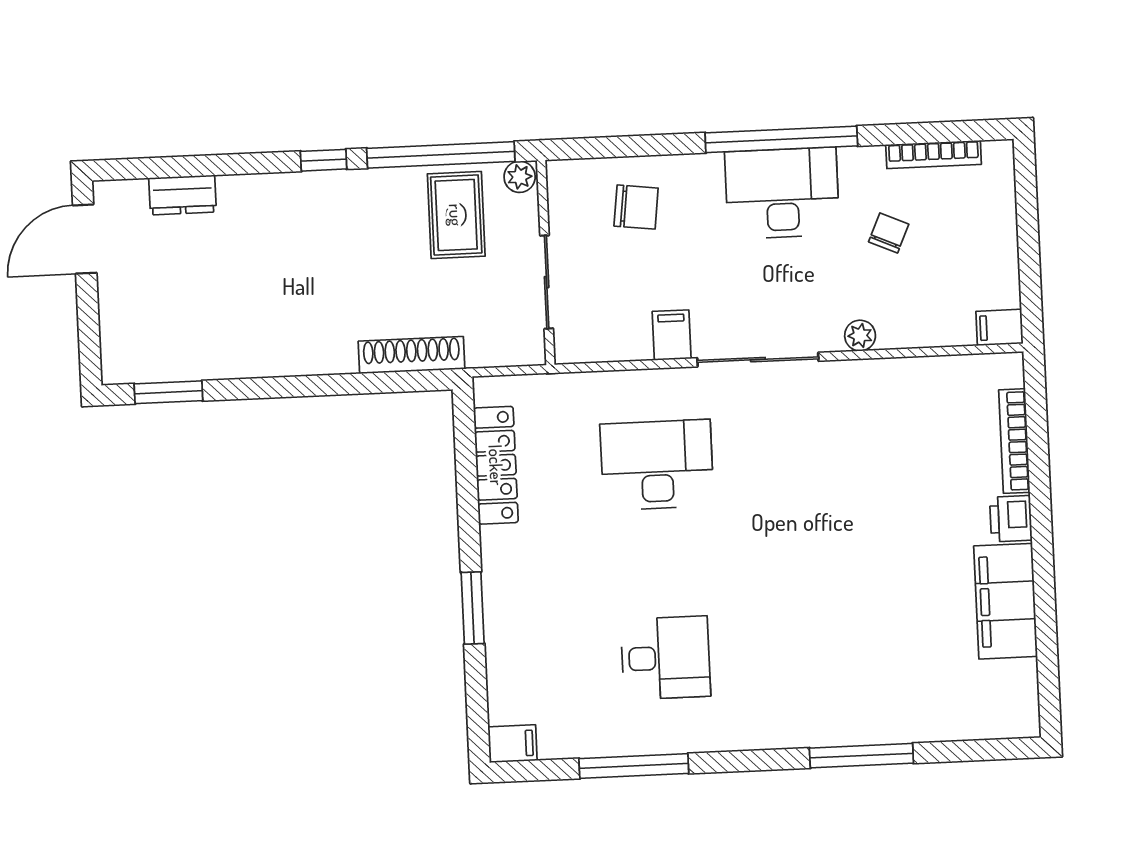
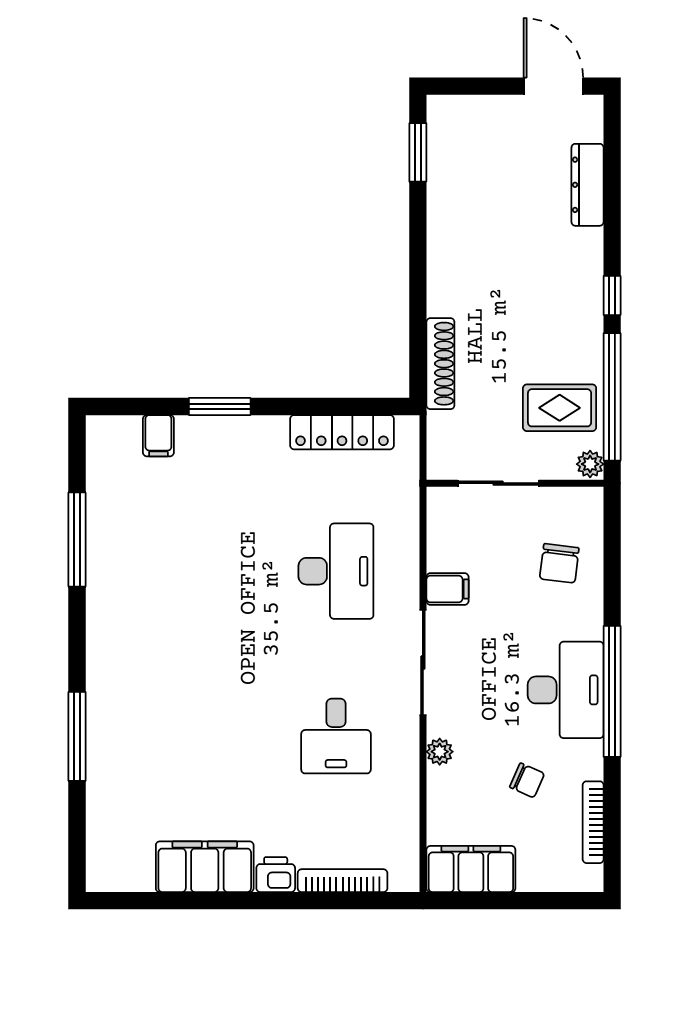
dresser: (183, 195) -> (588, 185), width x1.44
filing cabinet: (1000, 327) -> (471, 869), width x3.00, depth x1.17
desk: (666, 658) -> (336, 736), moved
filing cabinet: (513, 744) -> (158, 436), moved

